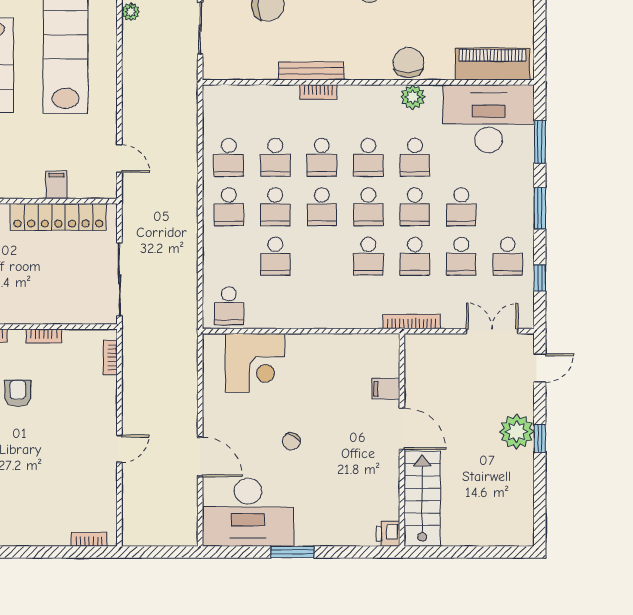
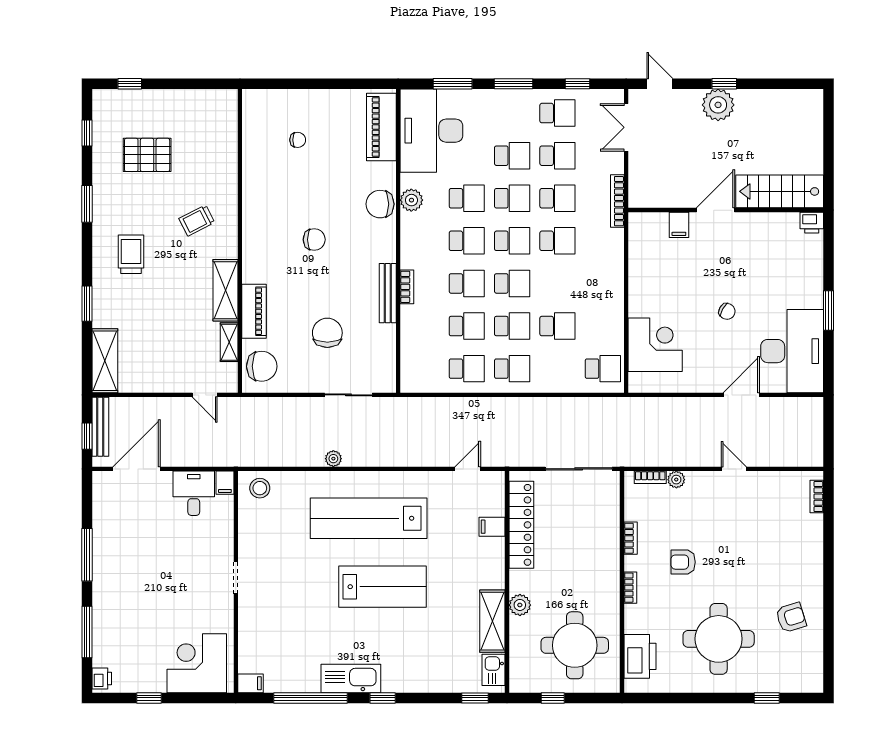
plant: (108, 386) -> (676, 480), added

